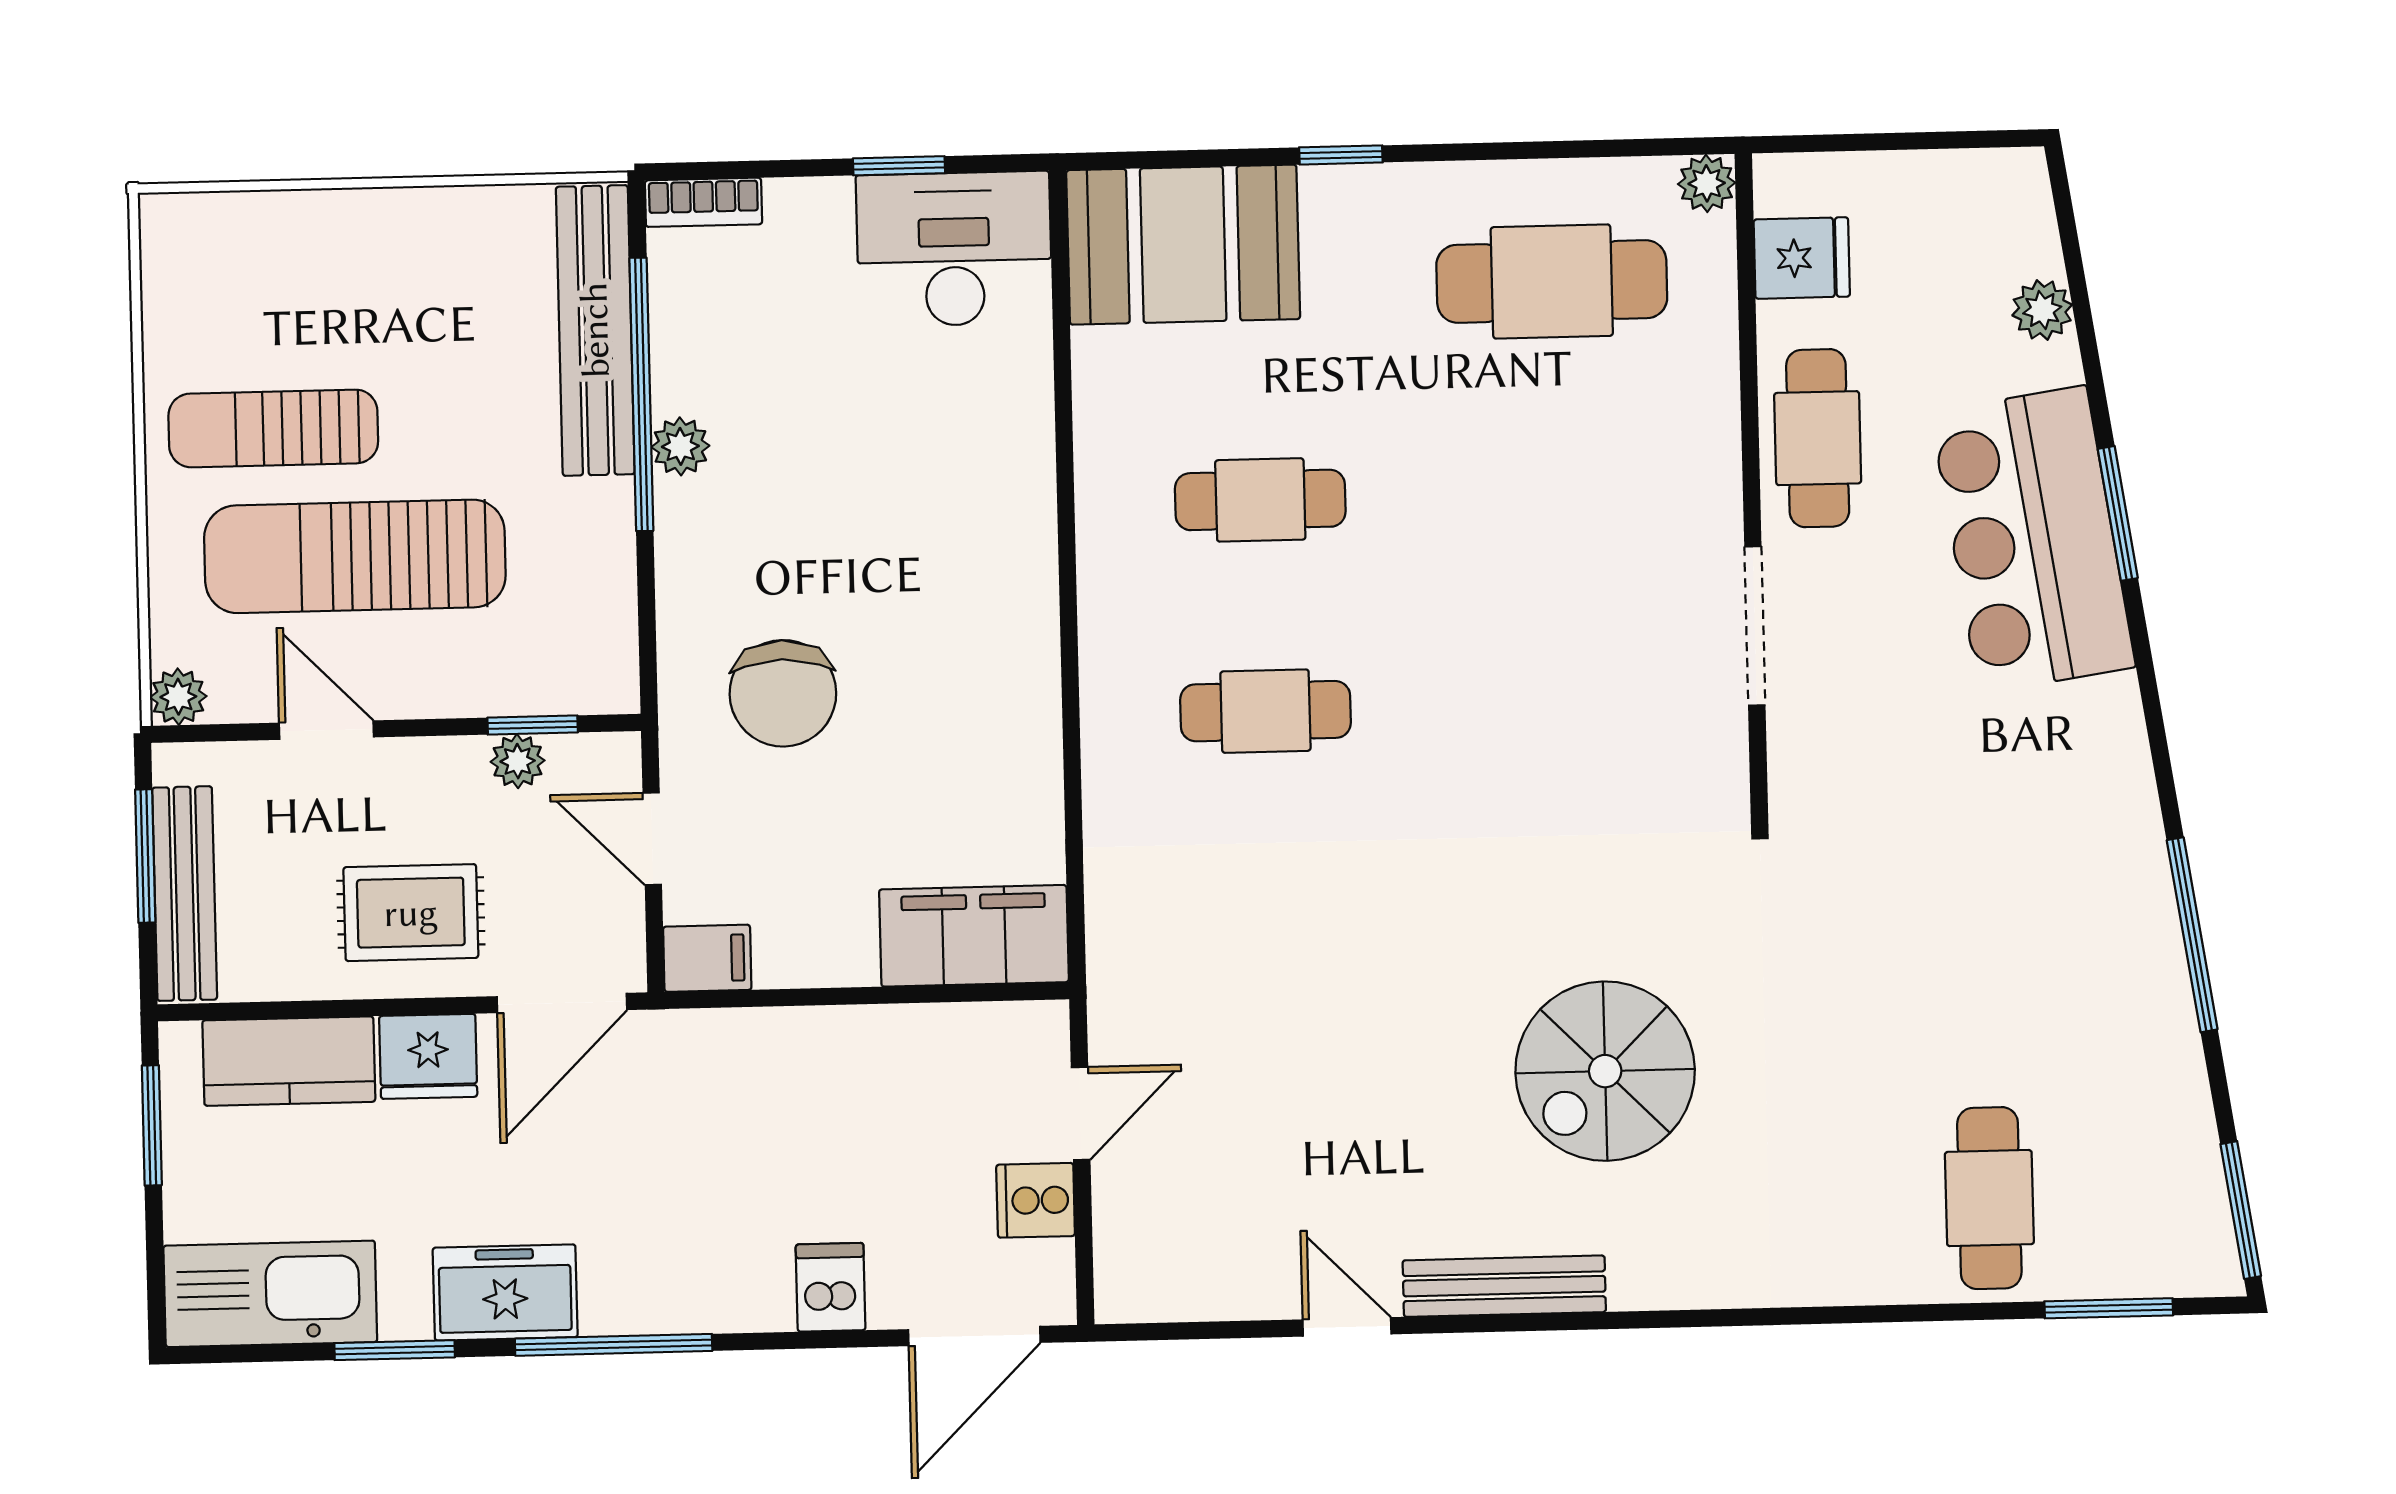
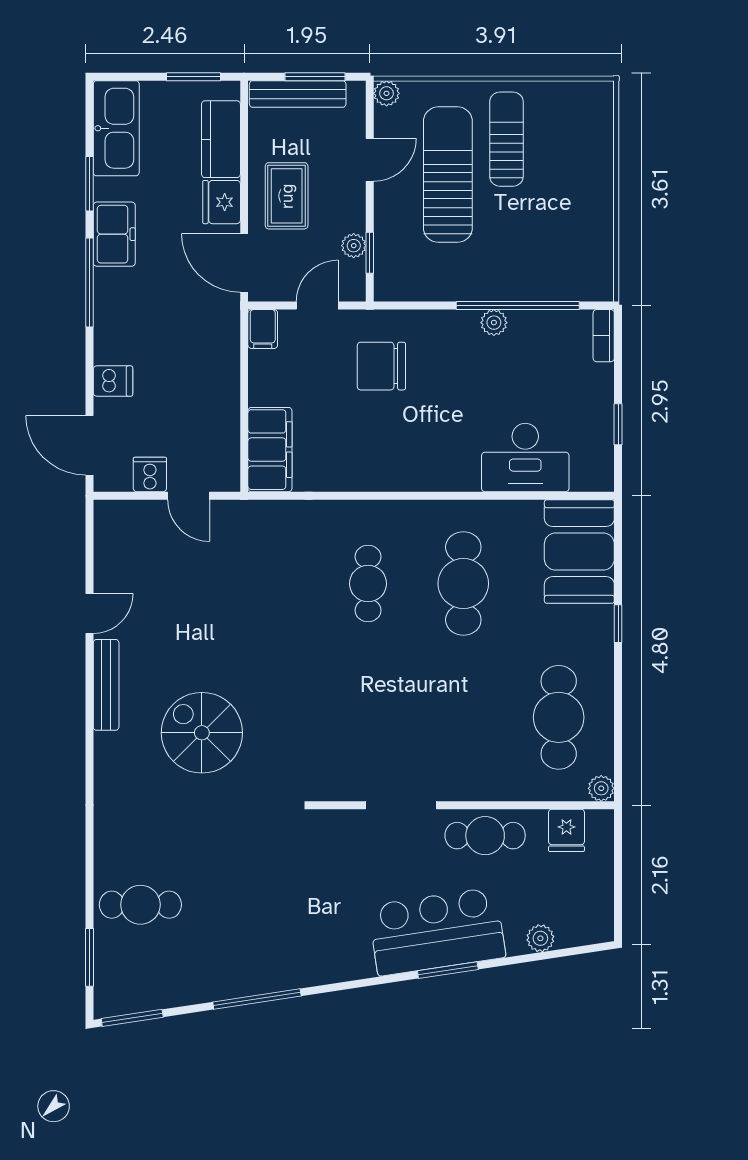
desk: (954, 249) -> (525, 458), moved, turned 90
bench: (595, 330) -> (547, 285), removed
cafe table: (1260, 500) -> (463, 584), width x1.37, depth x1.35

